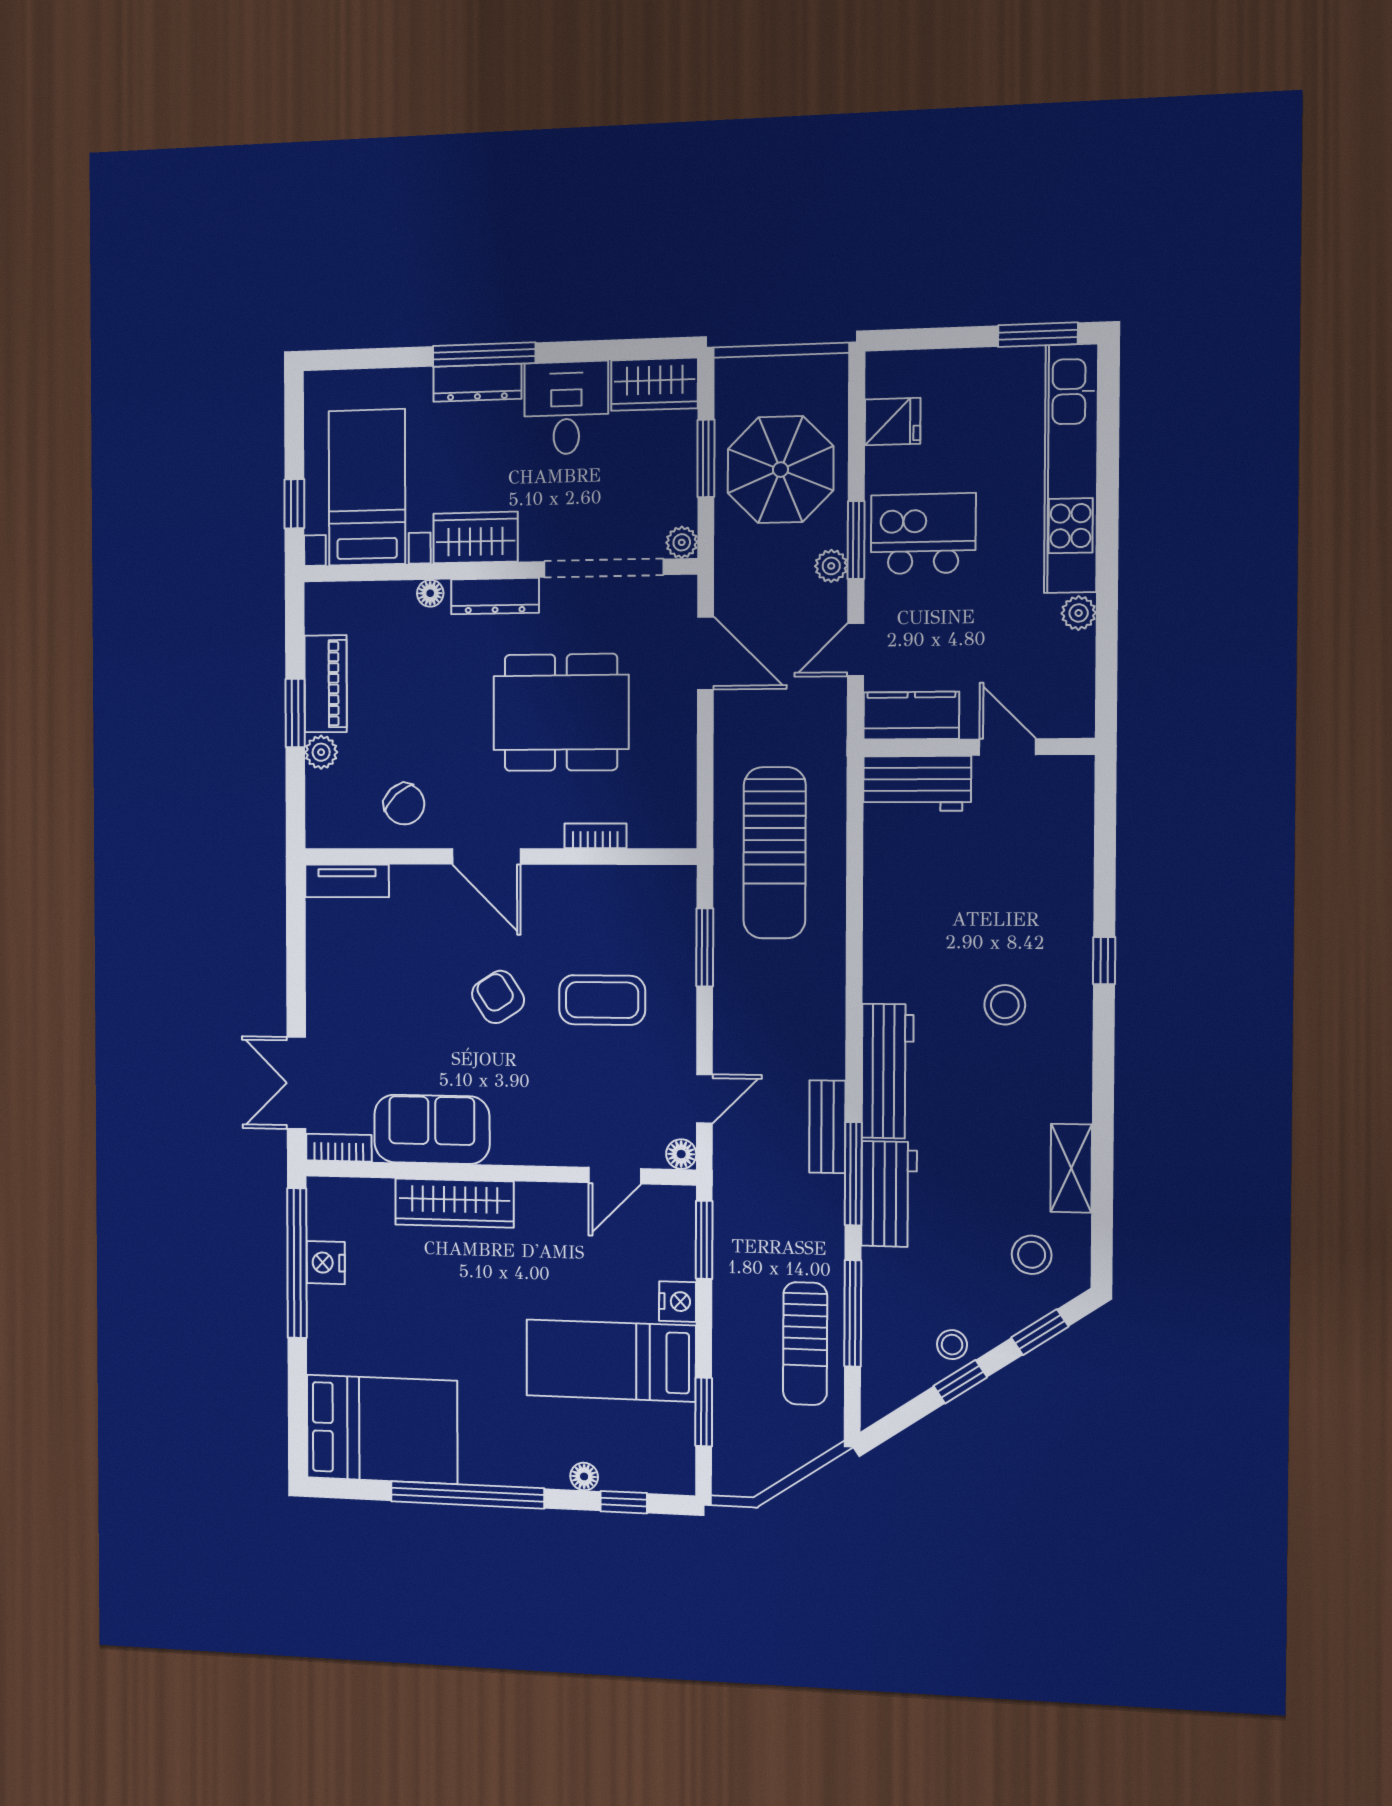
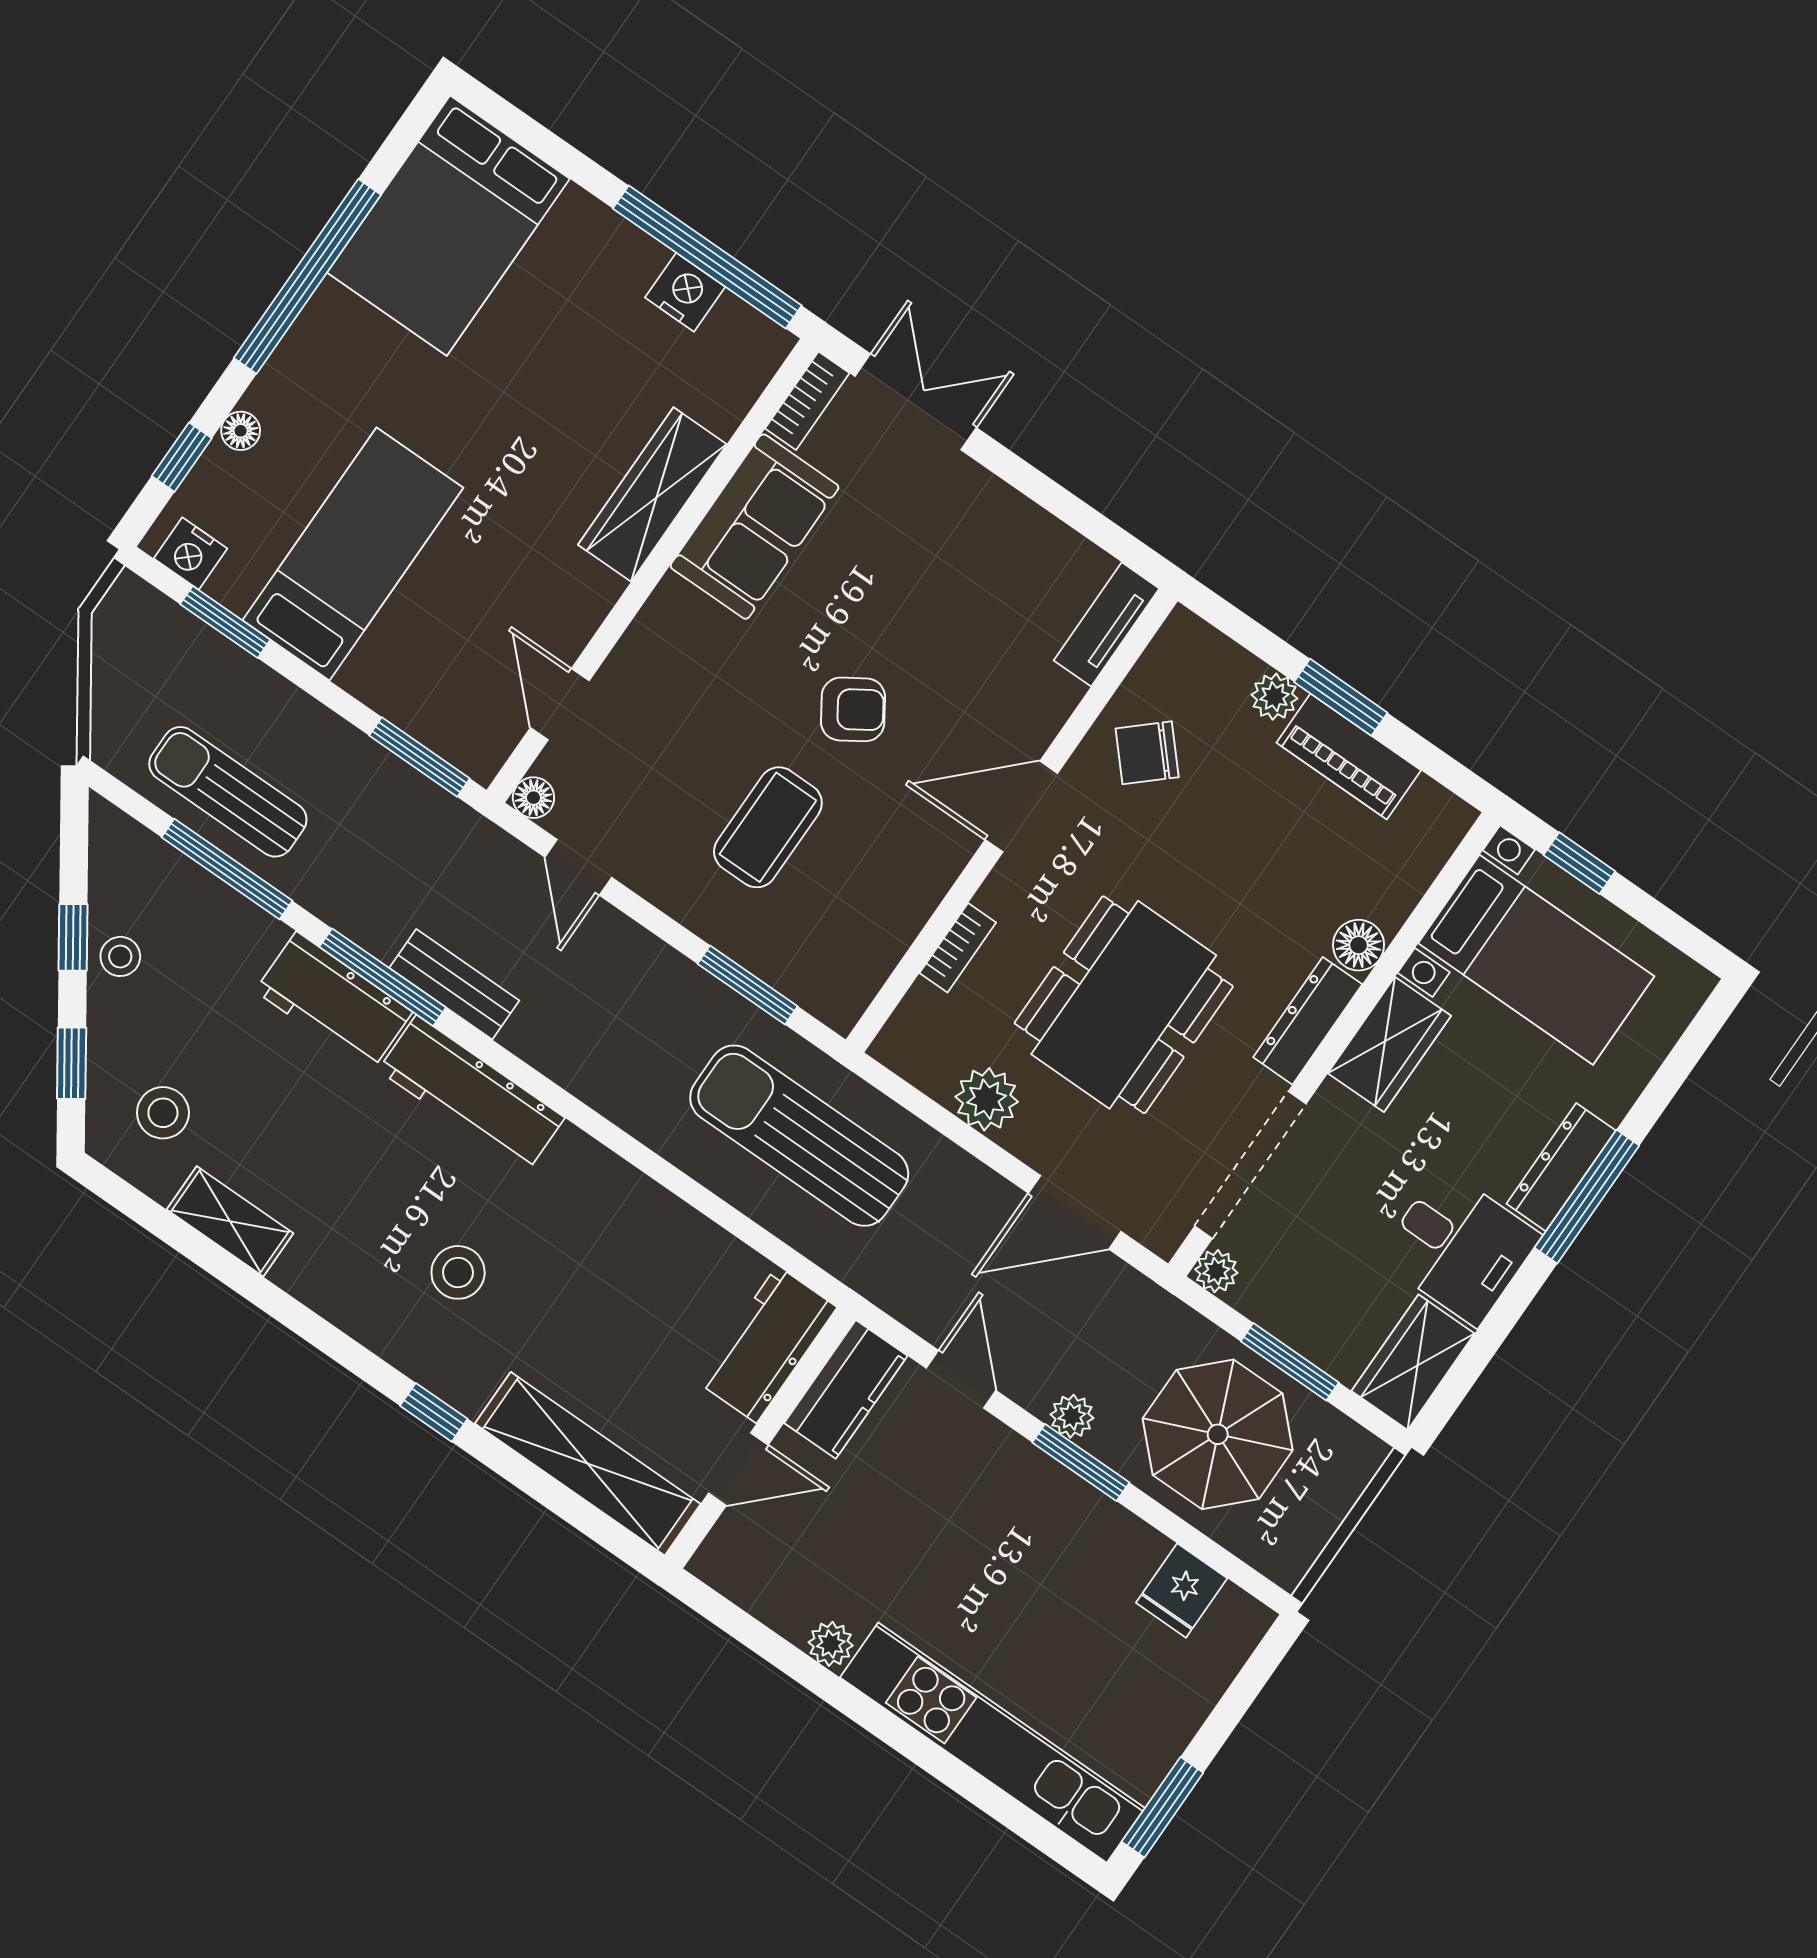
kitchen island: (923, 534) -> (1036, 1539), removed
floor lamp: (430, 593) -> (1359, 945), width x1.37, depth x1.37
plant: (674, 755) -> (987, 1099), added
shelving: (1070, 843) -> (588, 1464), added
nightstand: (677, 1302) -> (190, 554), moved

